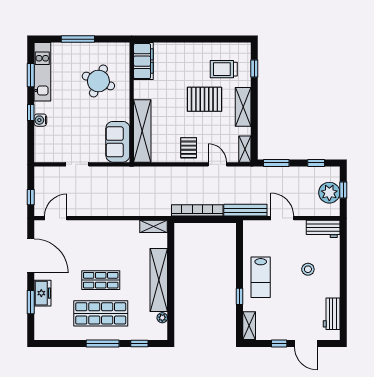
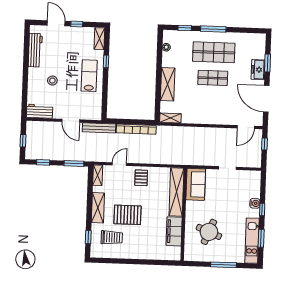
filing cabinet: (143, 61) -> (174, 231), moved
door: (217, 164) -> (119, 164), swing flipped
plant: (329, 193) -> (34, 139), removed
shelving: (159, 280) -> (168, 84), width x0.68
workbench: (332, 314) -> (35, 50), width x1.38

